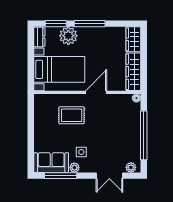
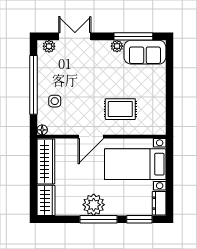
plant: (68, 36) -> (94, 205), moved
side table: (81, 152) -> (55, 101), moved

